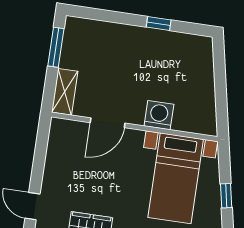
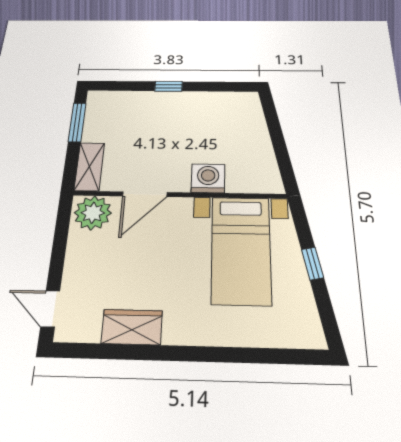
window: (159, 24) -> (169, 86), moved
plant: (66, 134) -> (93, 213), added

